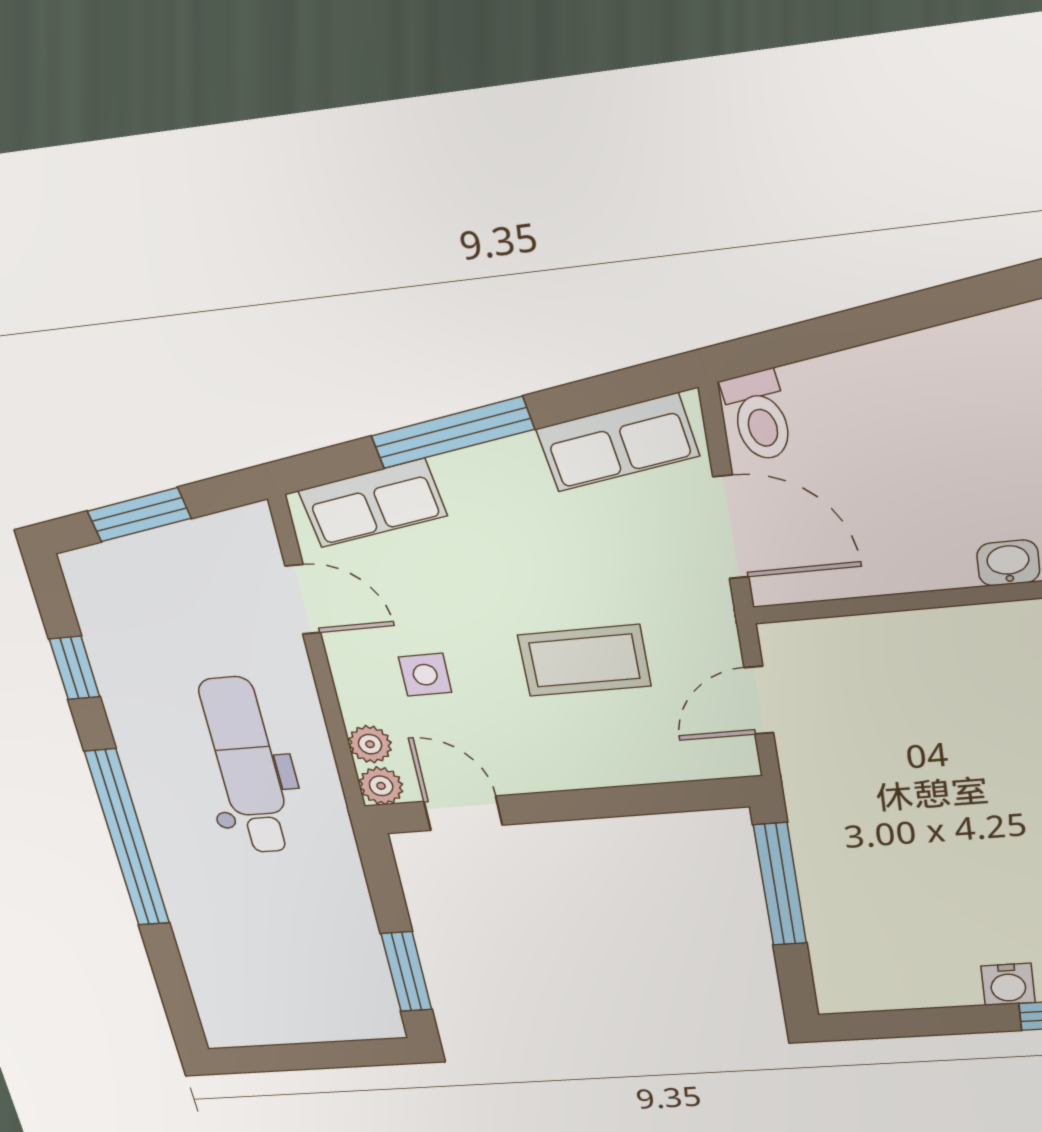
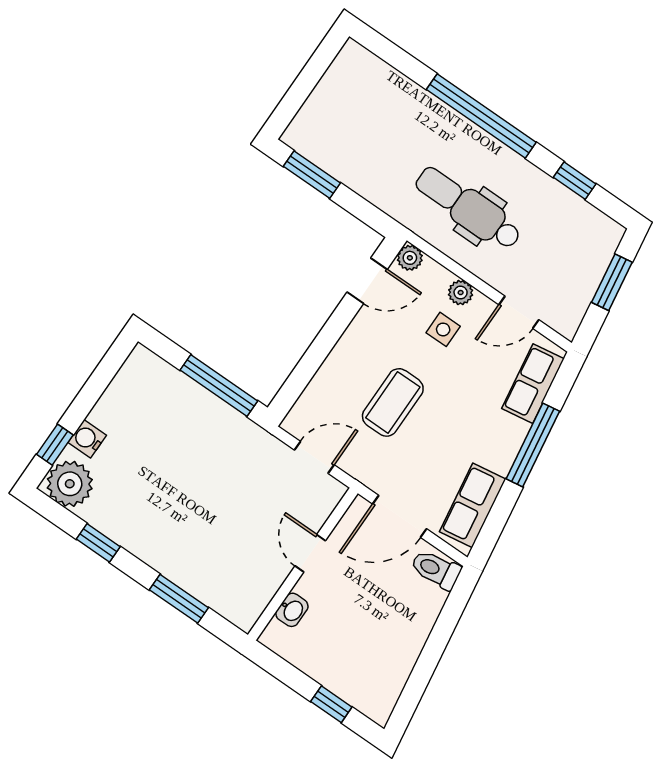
door: (900, 602) -> (310, 553), added
door: (759, 700) -> (314, 457), hinge flipped
plant: (370, 744) -> (461, 293), moved
dental chair: (247, 766) -> (468, 208), turned 180

